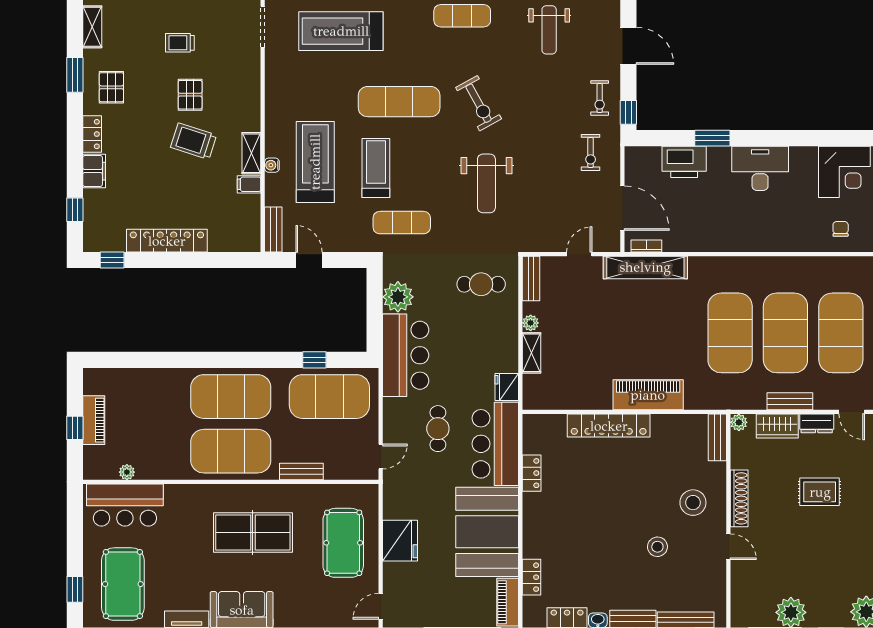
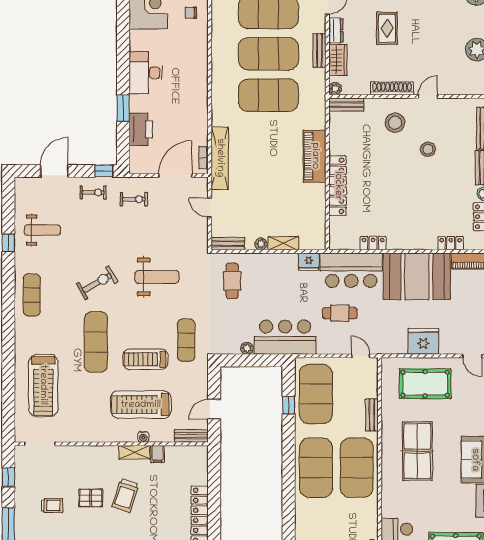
trolley: (180, 43) -> (52, 506), turned -90
plant: (398, 297) -> (247, 348), width x0.53, depth x0.53

